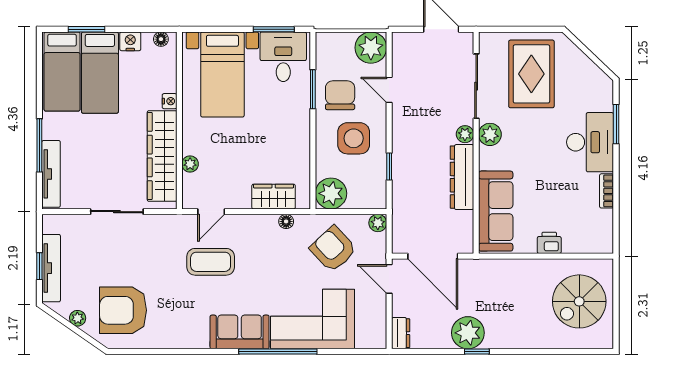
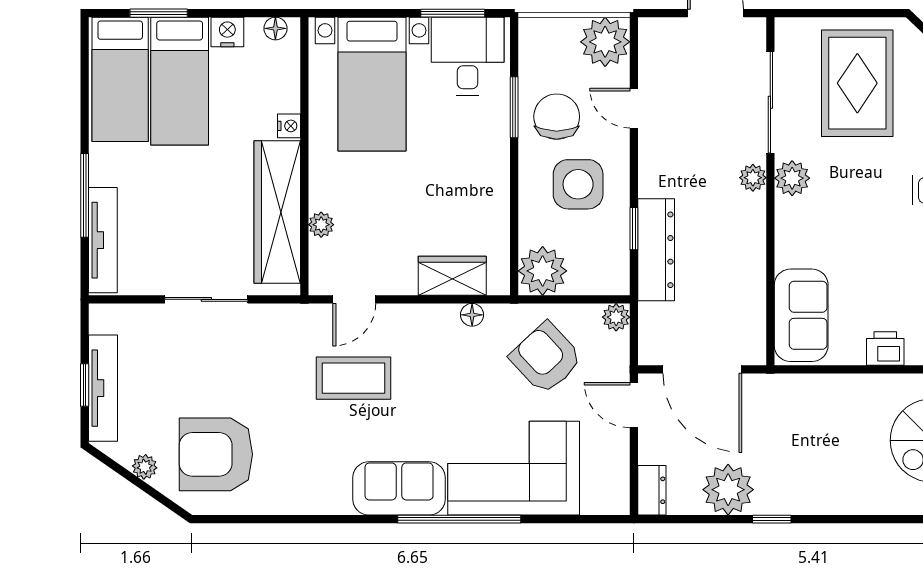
dresser: (462, 177) -> (656, 250), moved, turned 180
sofa: (496, 211) -> (801, 315), width x0.73
plant: (468, 333) -> (728, 490), moved

